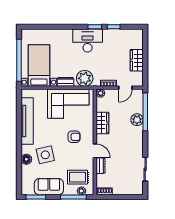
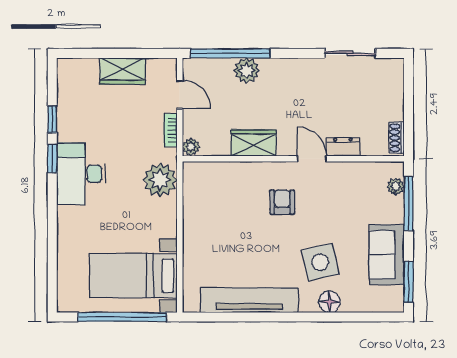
dresser: (66, 82) -> (168, 220), removed
corner sofa: (68, 104) -> (213, 214), removed
door: (95, 151) -> (312, 159), hinge flipped
rug: (78, 177) -> (367, 195), removed

